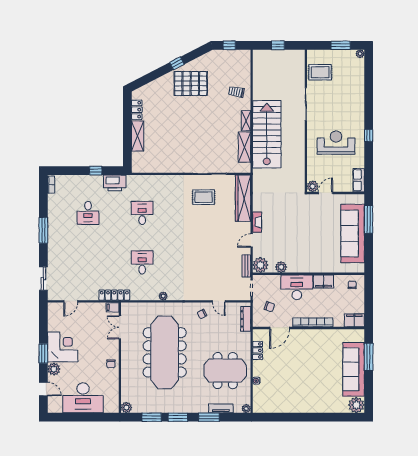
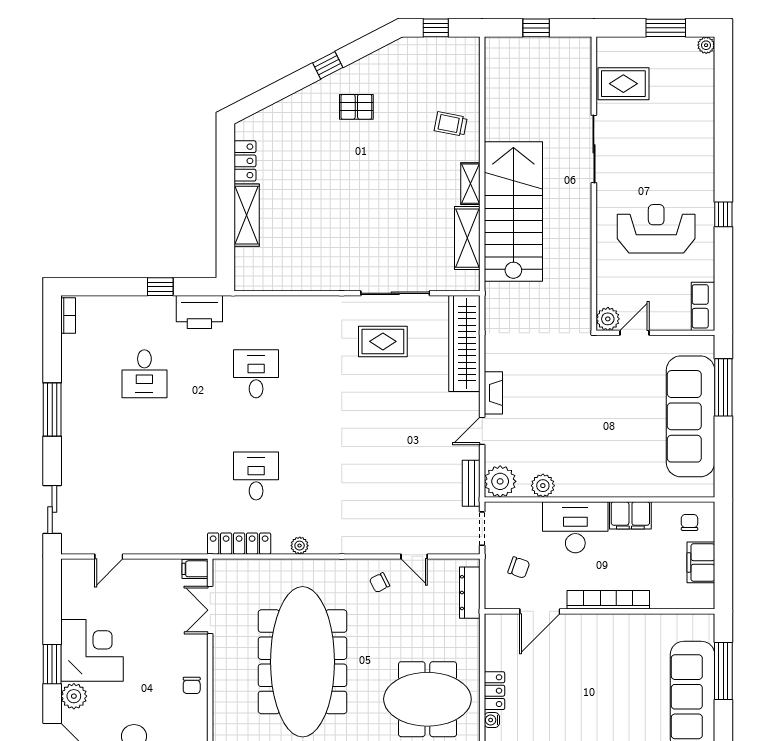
pallet: (191, 84) -> (356, 107), width x0.49, depth x0.50
locker: (114, 295) -> (239, 544), moved
filing cabinet: (354, 320) -> (701, 562), moved, turned -90
locker: (258, 350) -> (494, 691), moved

